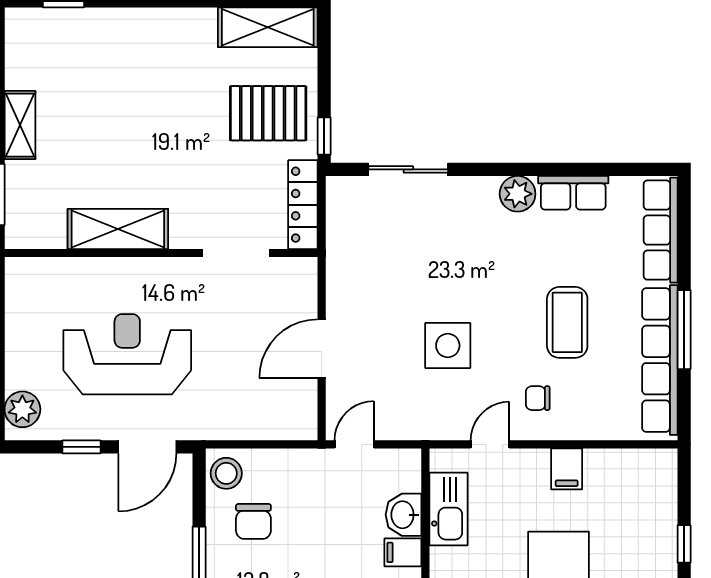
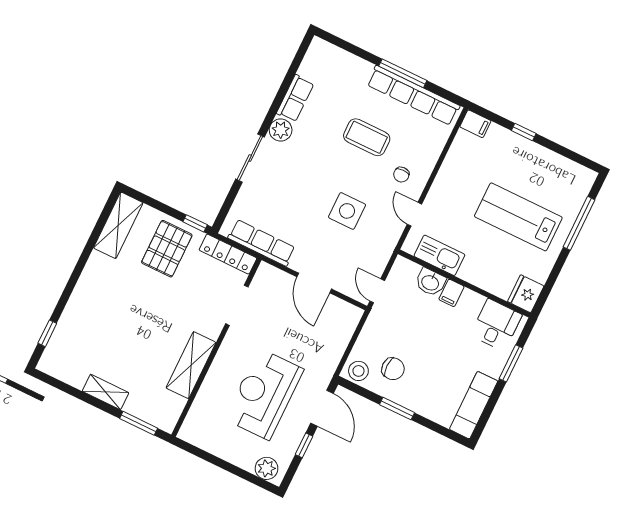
sliding door: (408, 169) -> (250, 158), moved
row of seats: (661, 230) -> (262, 243), moved, turned 180
filing cabinet: (567, 469) -> (475, 124), moved

